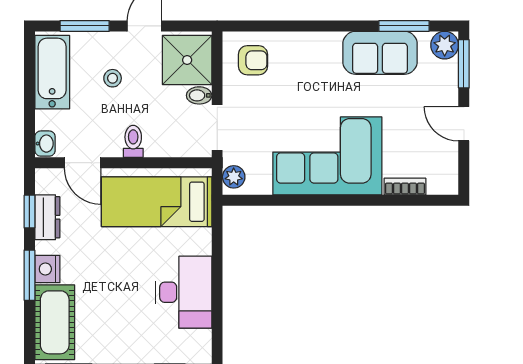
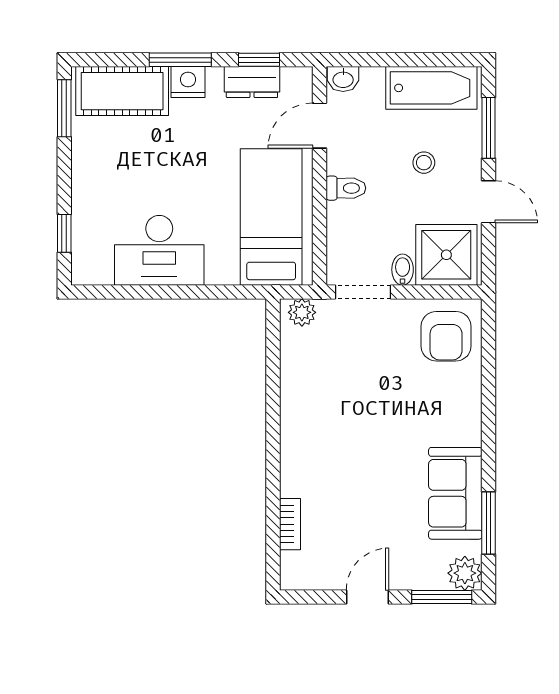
armchair: (253, 60) -> (446, 336), width x1.38, depth x1.38
corner sofa: (327, 156) -> (328, 428), removed

